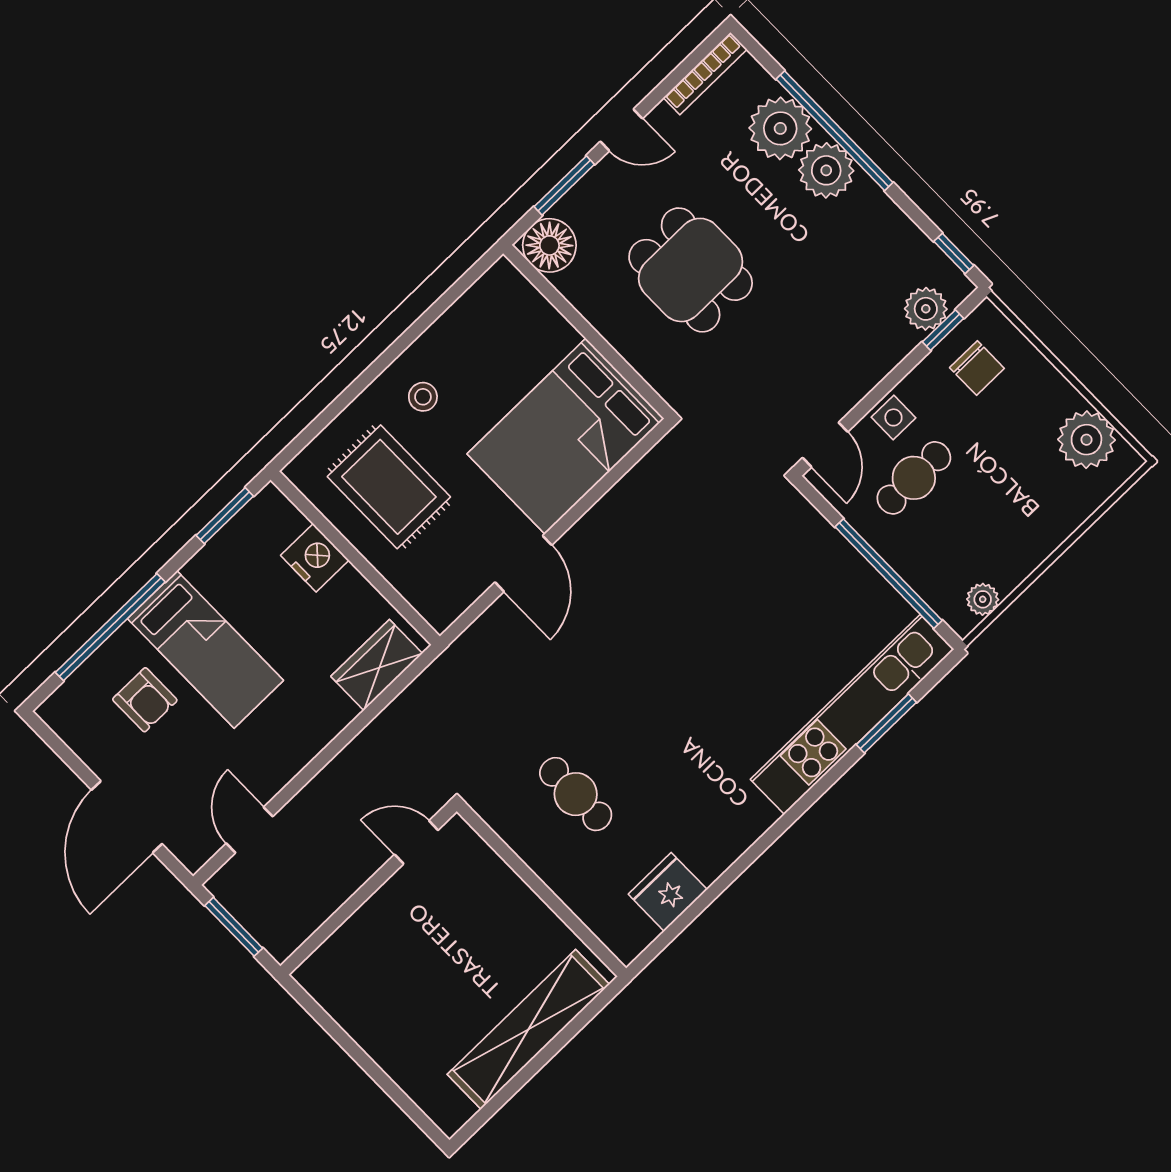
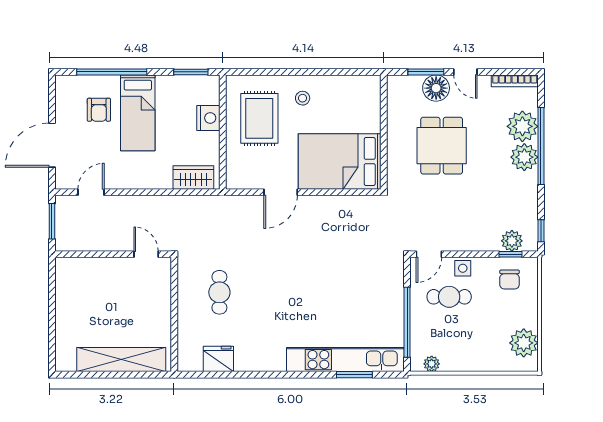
floor lamp: (549, 245) -> (436, 88), moved

